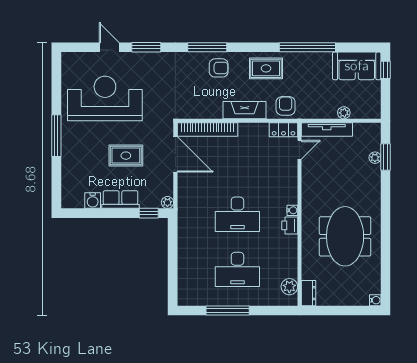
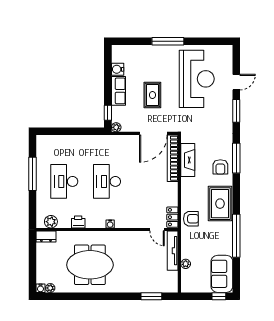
rug: (266, 68) -> (220, 204), width x1.36, depth x1.43
fireplace: (245, 110) -> (188, 160), moved
plant: (375, 158) -> (50, 288), moved
printer: (290, 225) -> (78, 222), moved

